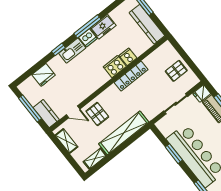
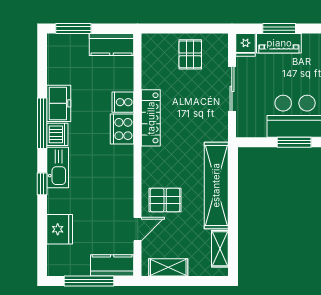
kitchen counter: (147, 24) -> (111, 44), width x0.67

